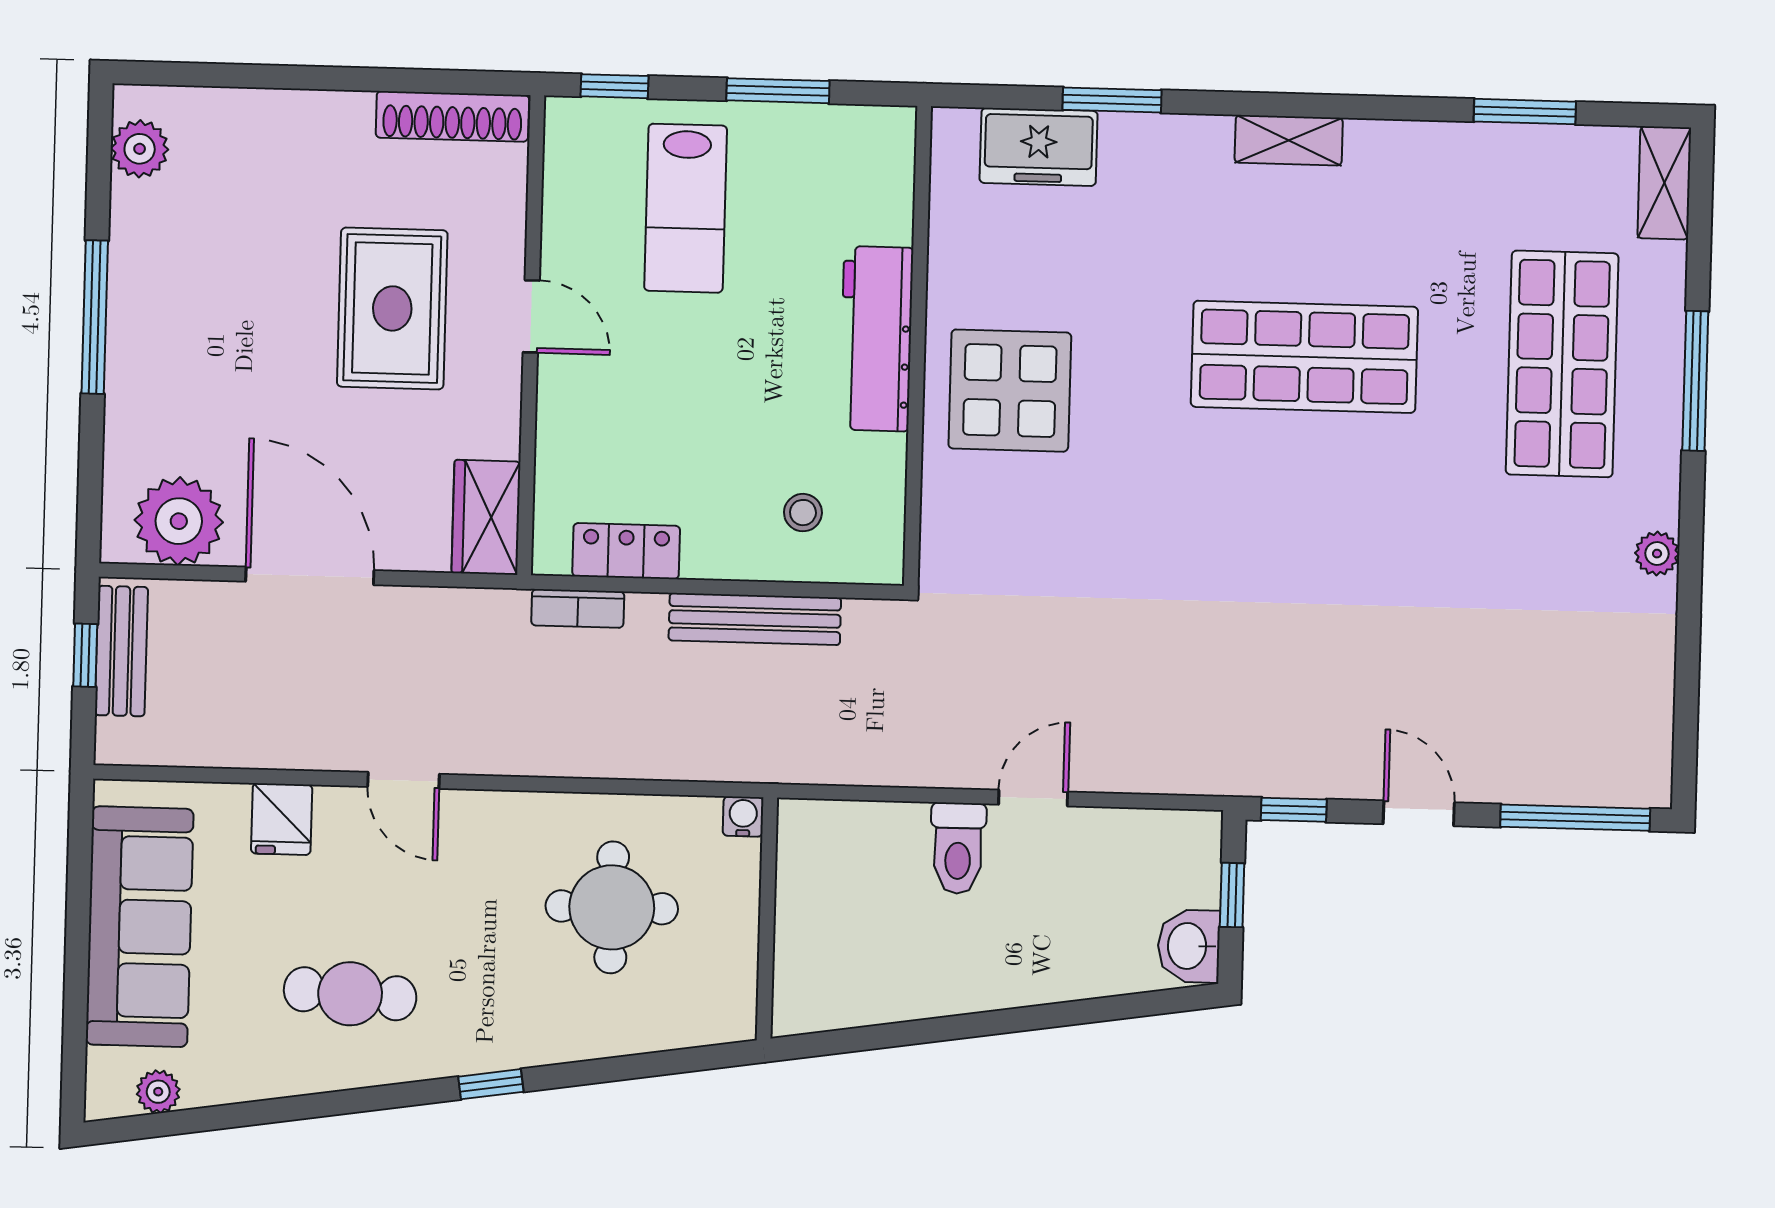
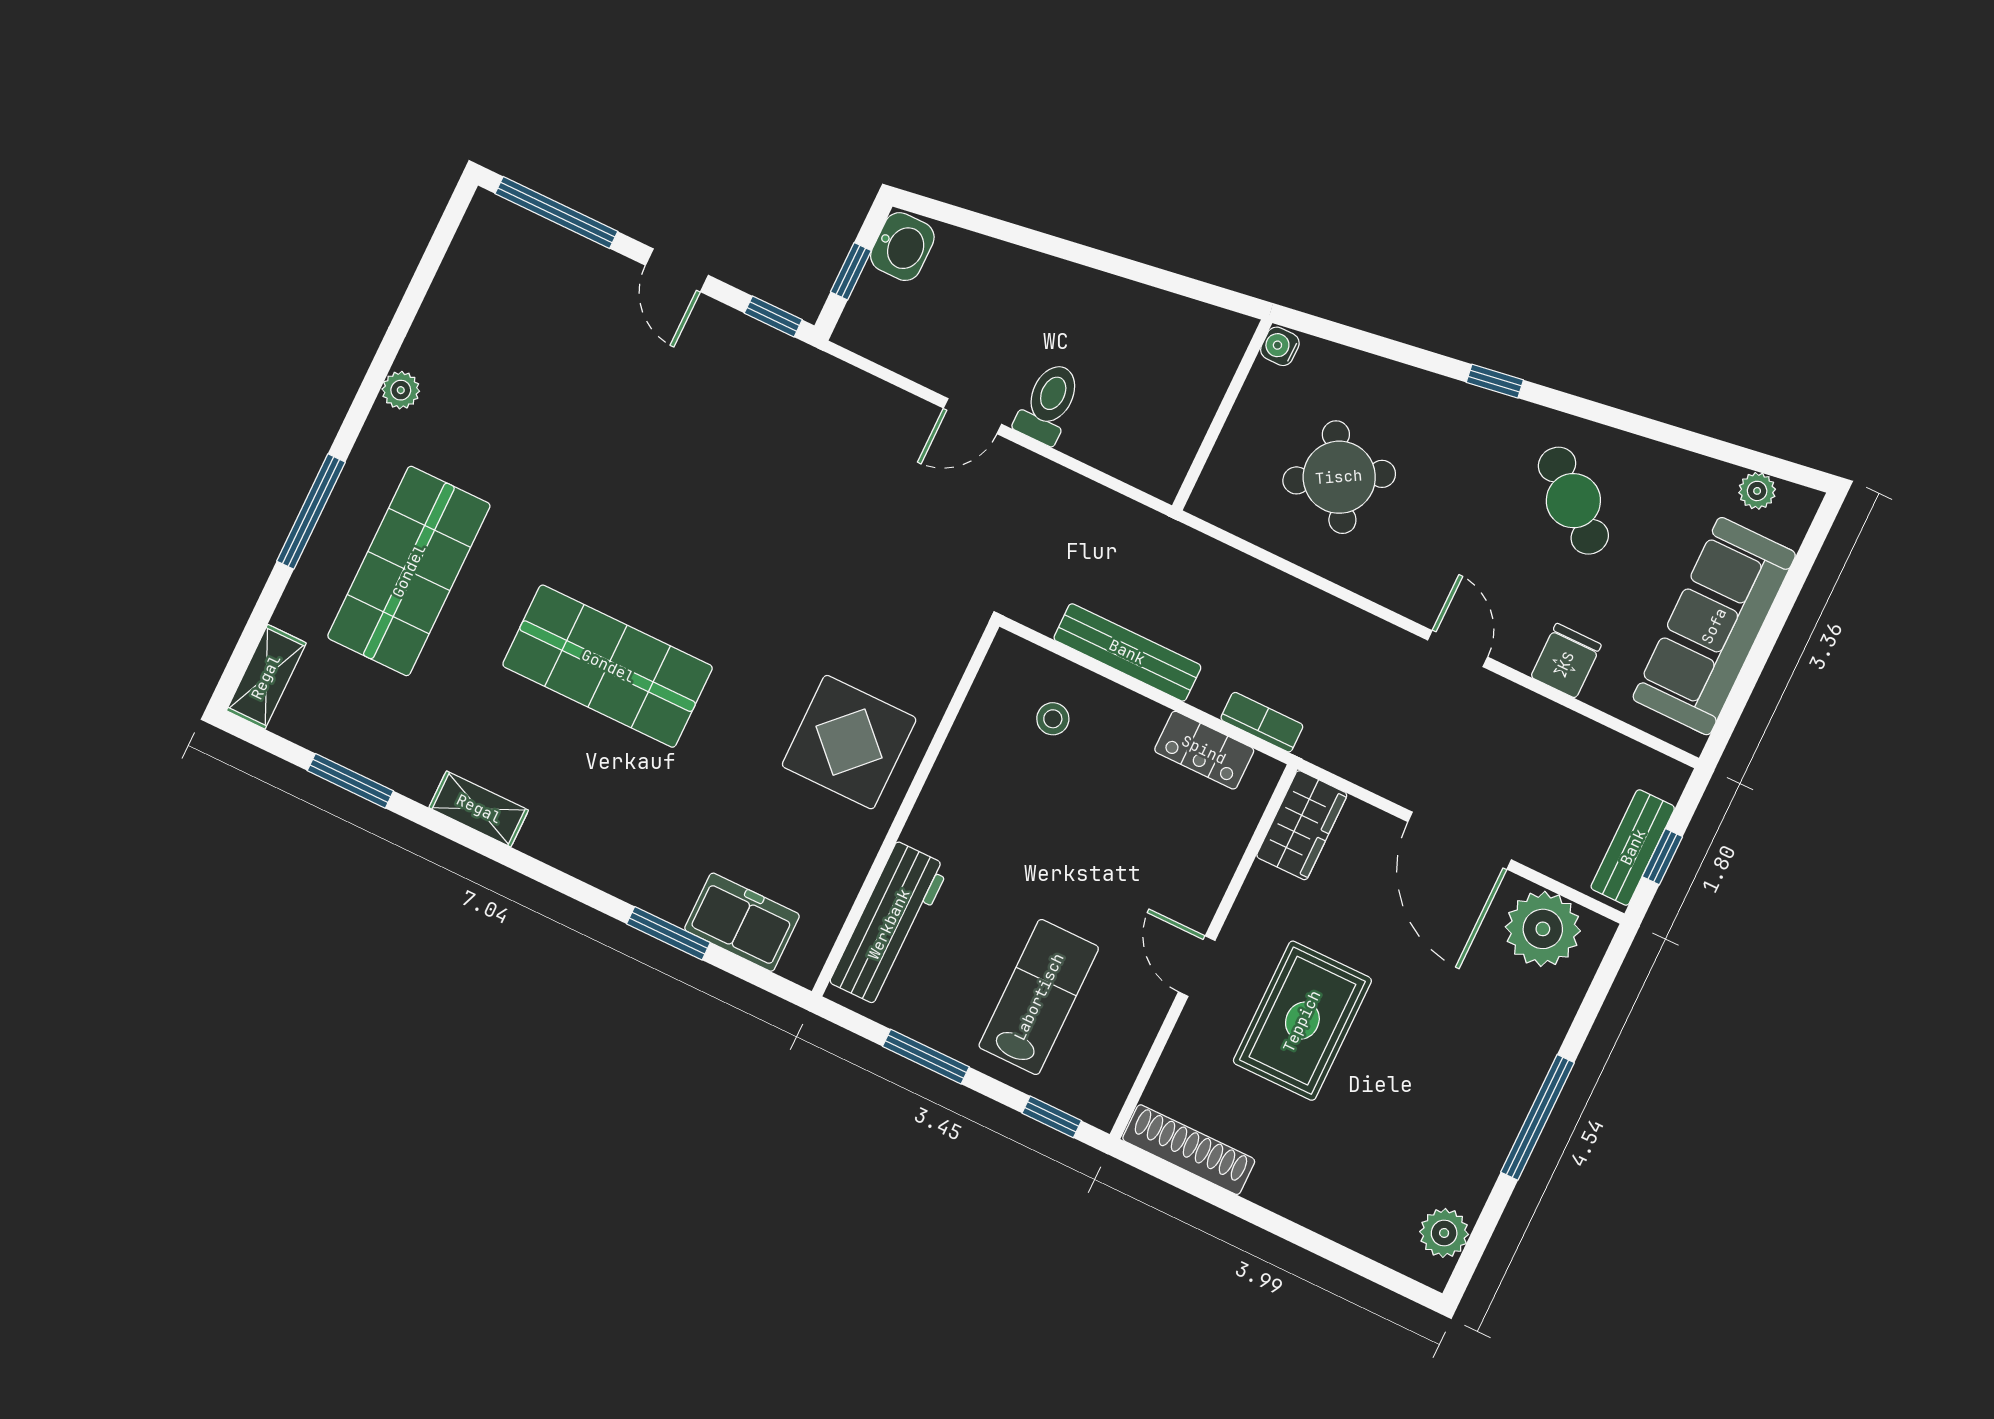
shelving: (1289, 140) -> (479, 809), moved
workbench: (876, 339) -> (889, 924), moved
water cooler: (743, 817) -> (1280, 346), moved, turned 90
round table: (612, 907) -> (1339, 477), turned -30
cafe table: (350, 994) -> (1573, 501), turned 36

